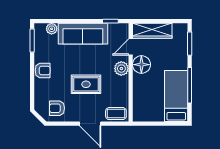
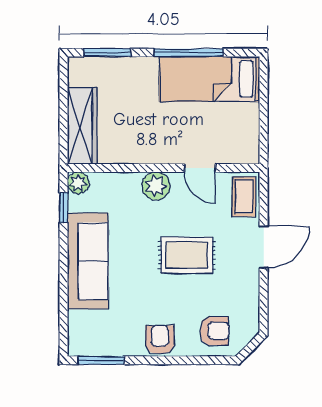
plant: (52, 29) -> (78, 183), moved
door: (131, 47) -> (200, 168), moved
floor lamp: (141, 65) -> (148, 147), removed
rug: (86, 84) -> (187, 255), turned 90
armchair: (57, 108) -> (214, 331), moved, turned -90

